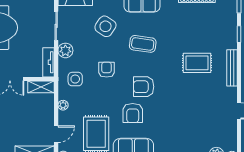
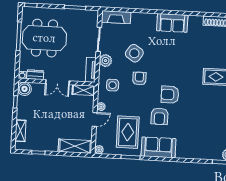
side table: (105, 26) -> (134, 53), moved
coffee table: (143, 44) -> (171, 58), removed
door: (56, 134) -> (95, 119), moved

